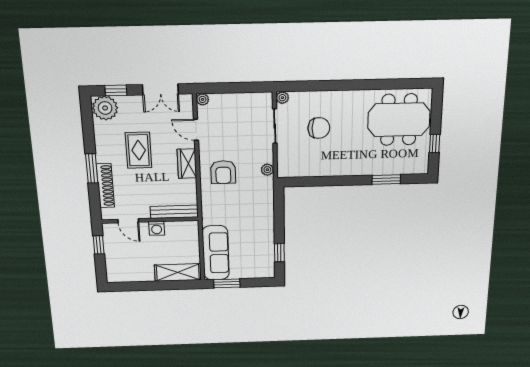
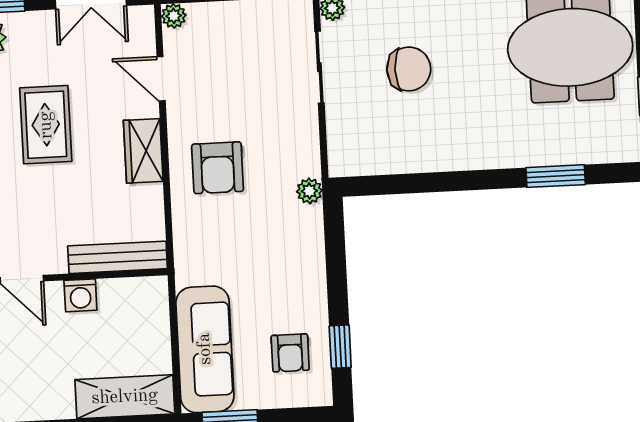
plant: (267, 170) -> (309, 191), moved
armchair: (256, 255) -> (290, 353), added

